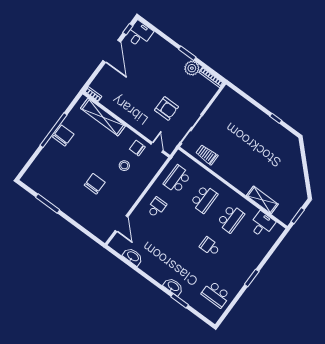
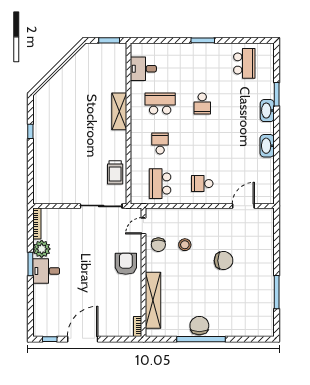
desk: (139, 34) -> (46, 271), moved
armchair: (167, 109) -> (126, 264), moved
chair: (63, 136) -> (199, 326), turned 90
school desk: (177, 179) -> (160, 184), turned 90
chair: (95, 184) -> (224, 261), turned 180
school desk: (204, 199) -> (160, 143), width x0.54
shelving: (262, 200) -> (119, 111), moved
washbasin: (133, 257) -> (267, 146), moved

